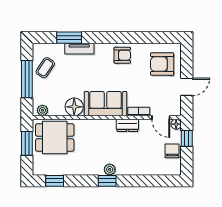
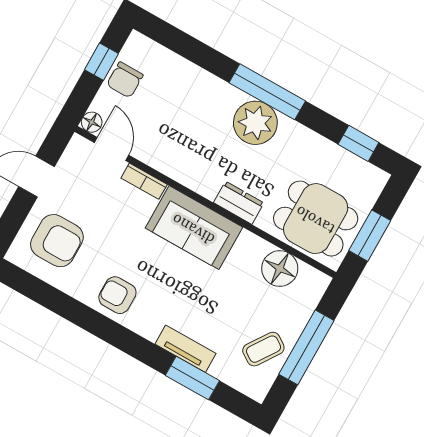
floor lamp: (74, 107) -> (280, 269), moved
plant: (42, 110) -> (310, 278), removed
dresser: (127, 125) -> (239, 203), moved
window: (187, 138) -> (102, 62), moved
plant: (110, 169) -> (255, 123), width x1.87, depth x1.87
window: (107, 181) -> (267, 92), width x2.17

